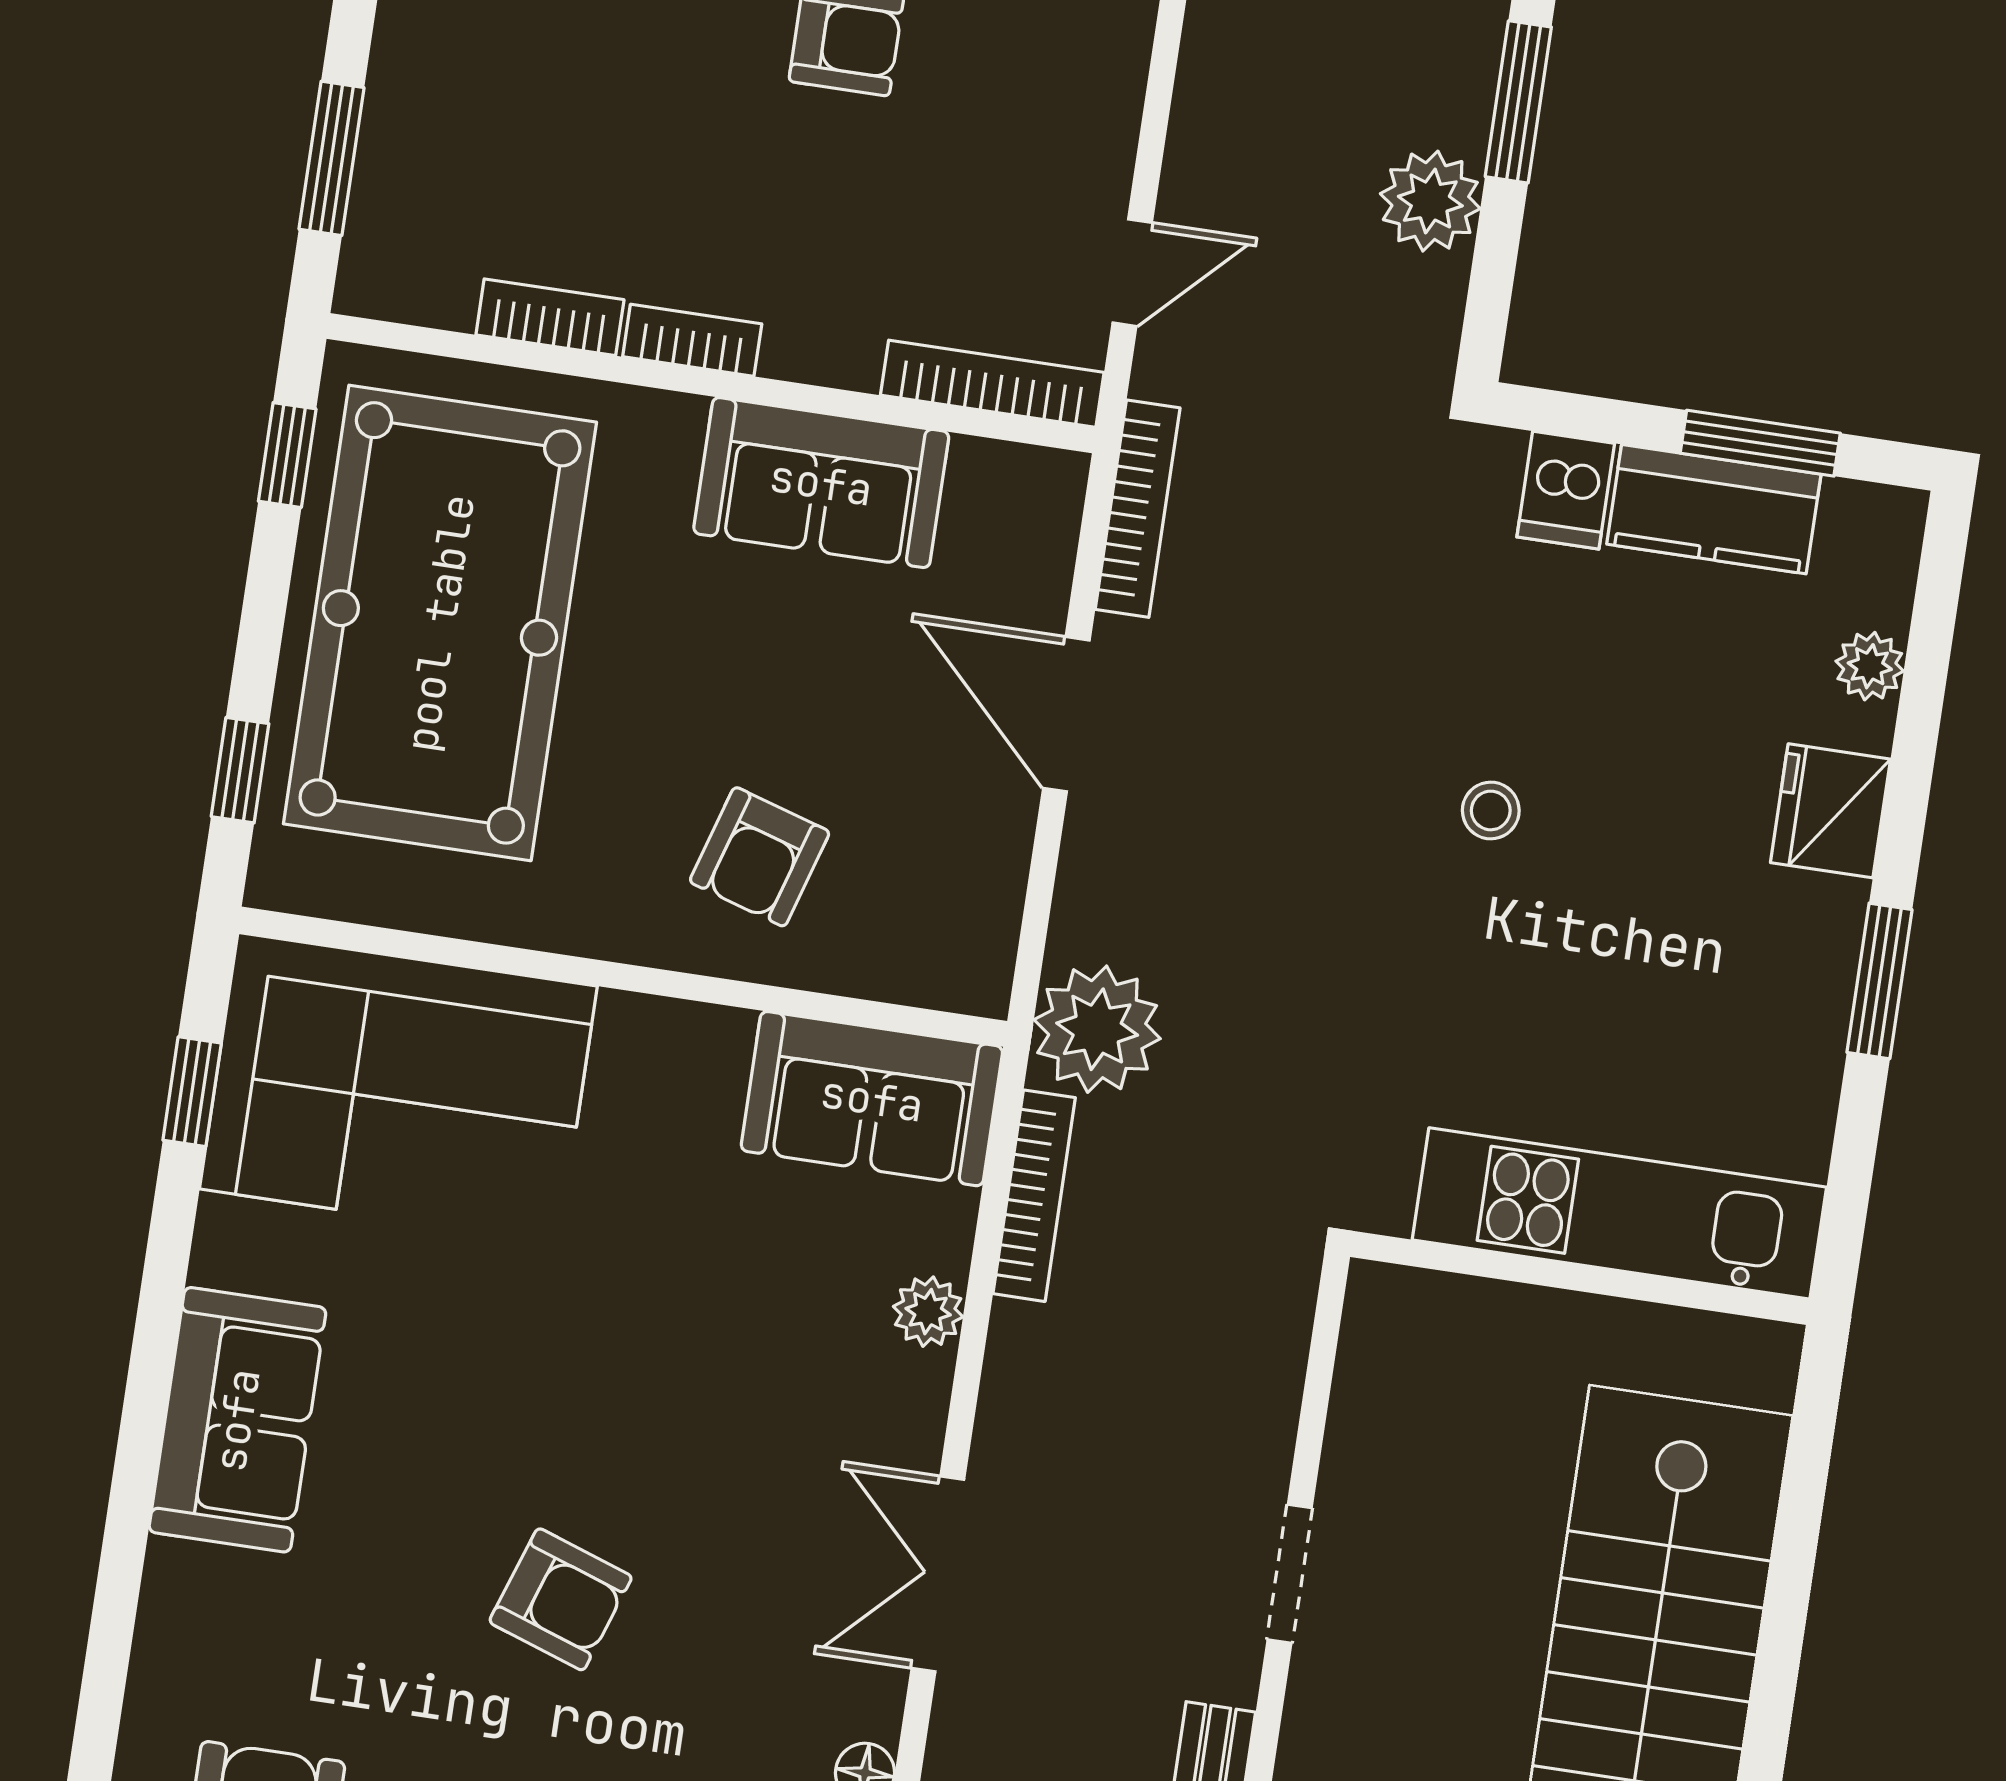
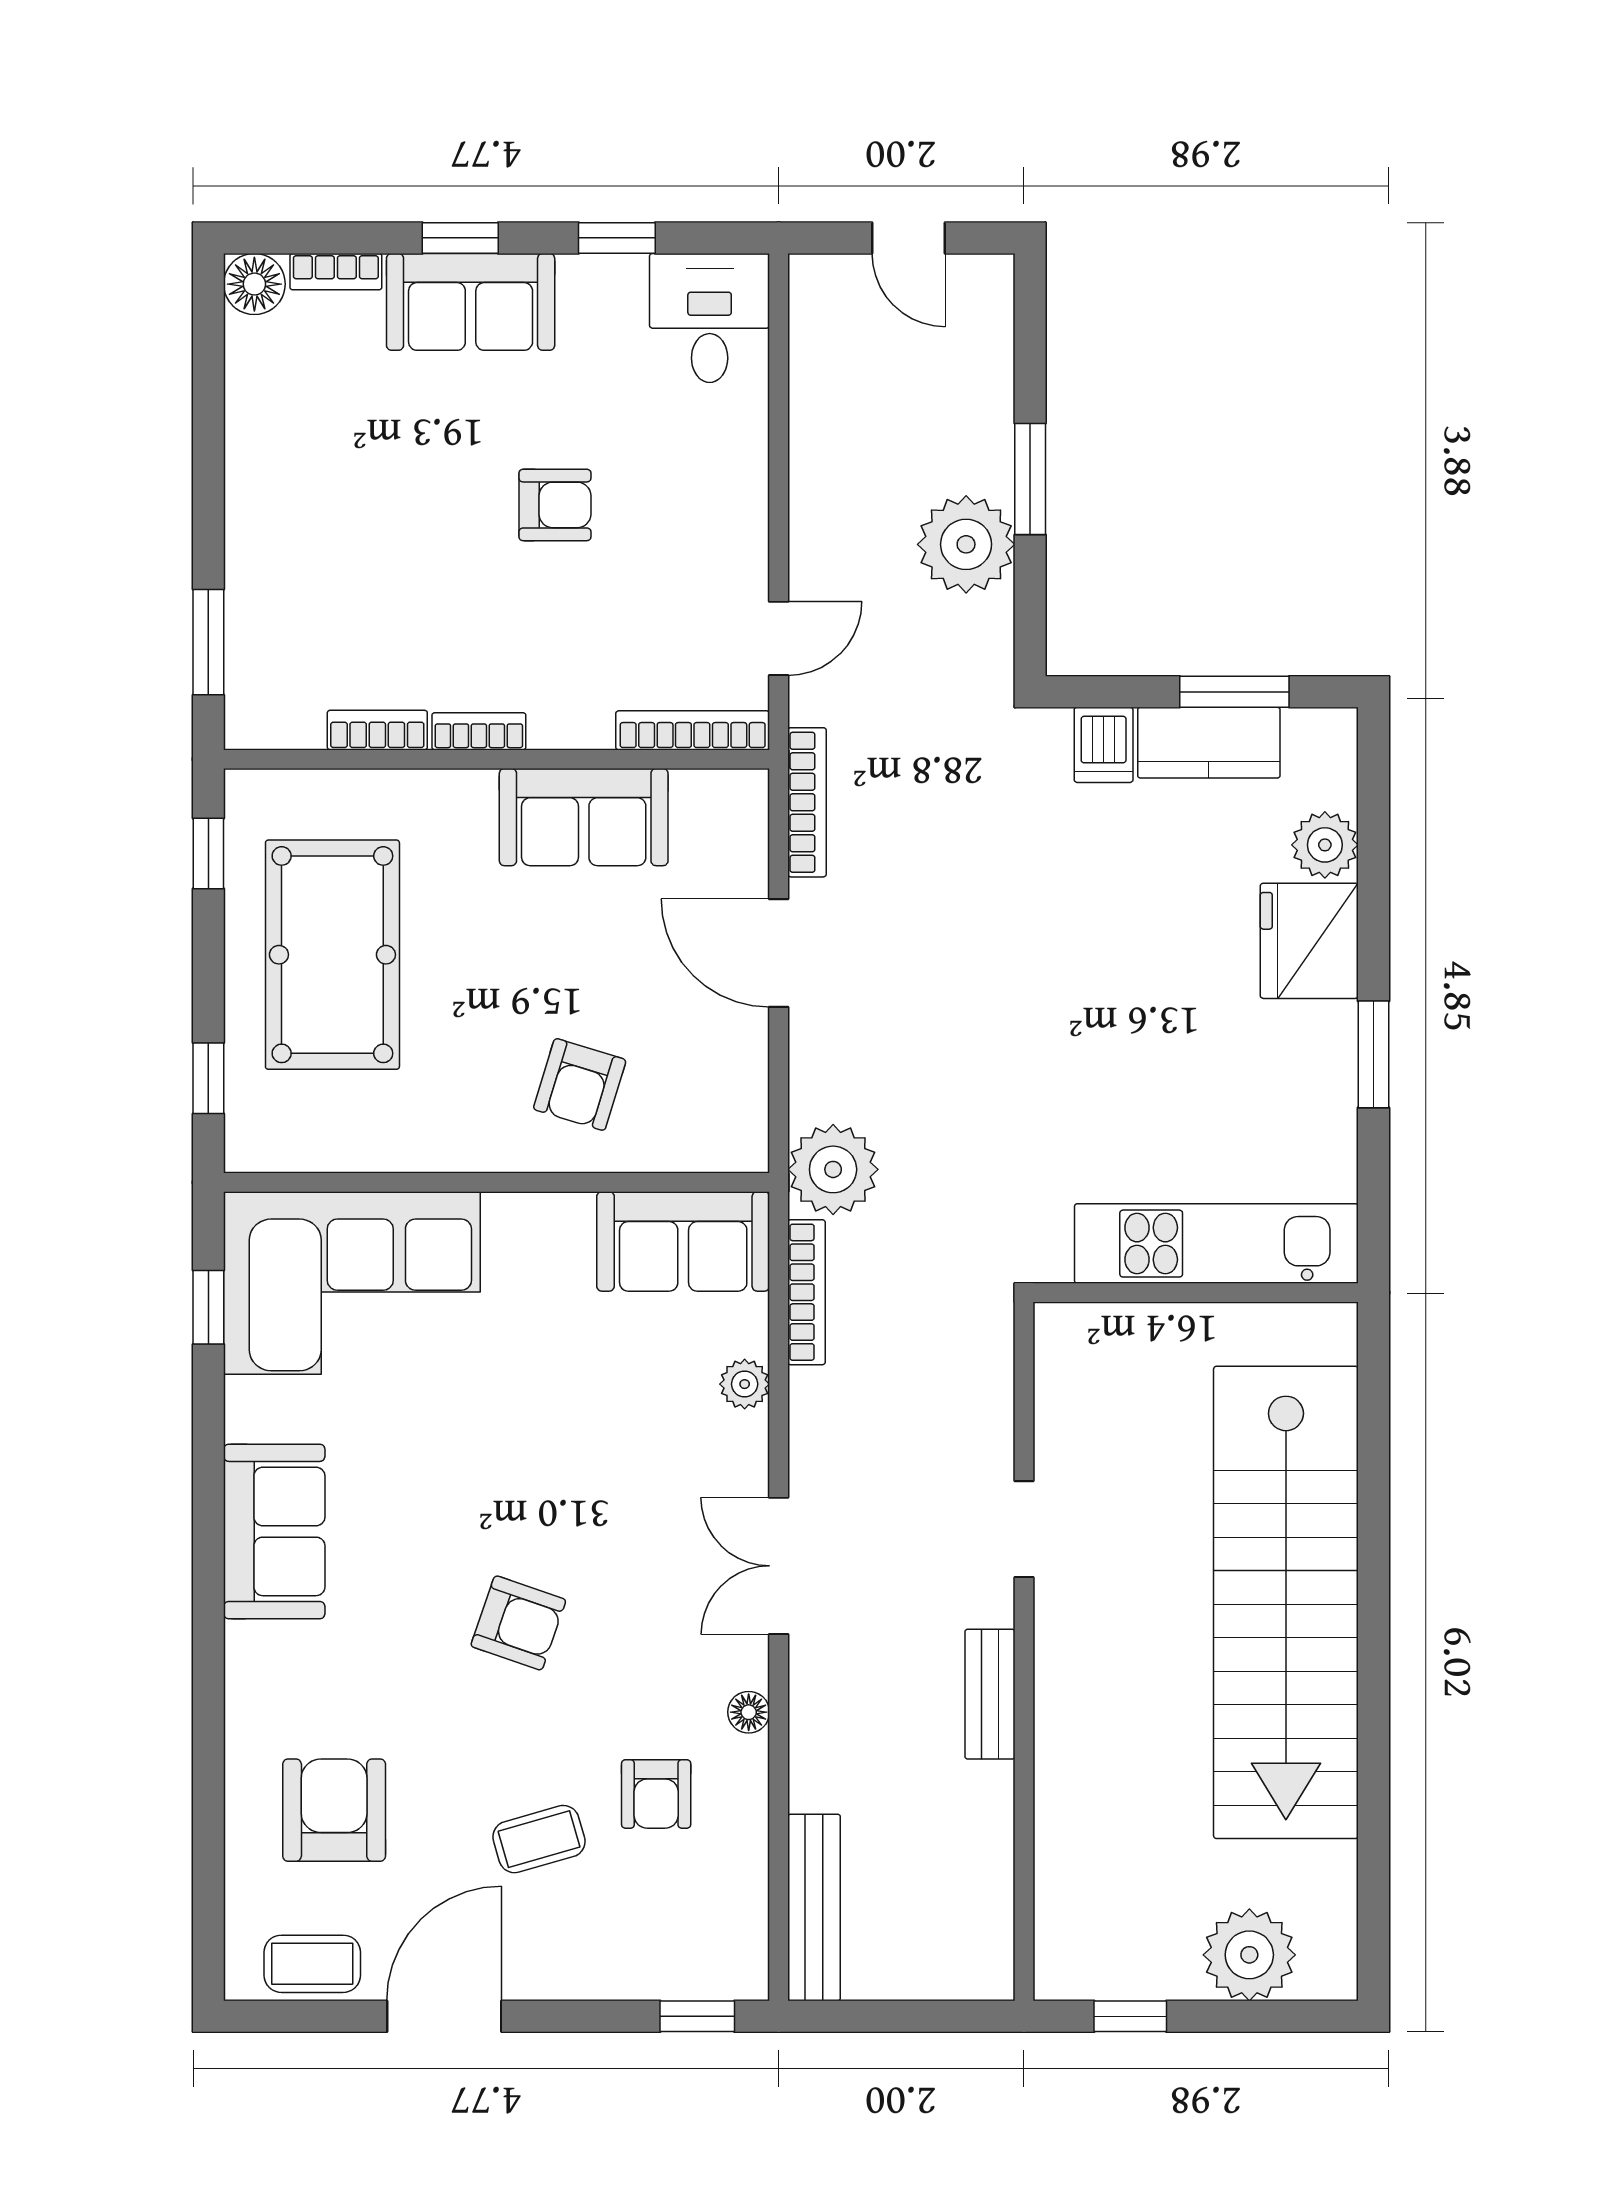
plant: (1430, 201) -> (966, 544), width x1.36, depth x1.36
pool table: (440, 623) -> (332, 955), width x0.73, depth x0.76
plant: (1870, 666) -> (1325, 845), width x1.38, depth x1.38
stool: (1491, 810) -> (1085, 976), removed
fridge: (1830, 811) -> (1309, 941), width x1.36, depth x1.34

